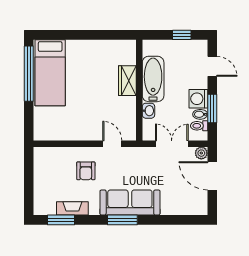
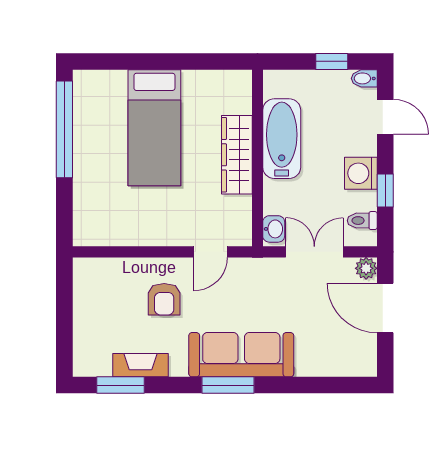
bed: (50, 73) -> (154, 128), moved
wardrobe: (127, 81) -> (237, 155), width x1.50
window: (212, 109) -> (385, 190), width x0.67
washbasin: (148, 111) -> (274, 229), moved
bidet: (200, 114) -> (364, 78), moved
door: (112, 144) -> (210, 252), swing flipped

